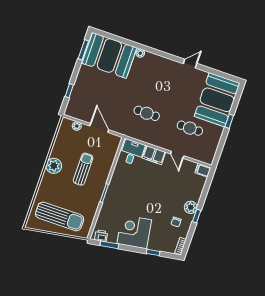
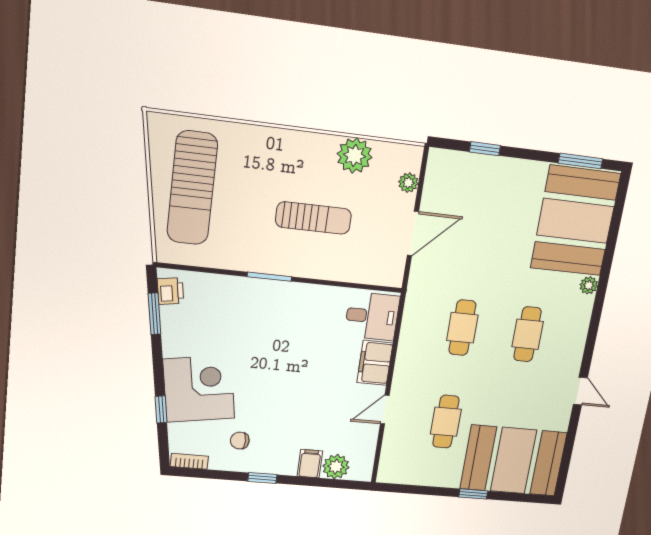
cafe table: (157, 84) -> (528, 334), added
plant: (54, 166) -> (355, 155), moved
filing cabinet: (203, 170) -> (310, 464), moved
plant: (191, 207) -> (336, 467), moved
corner desk: (134, 232) -> (199, 389), moved

